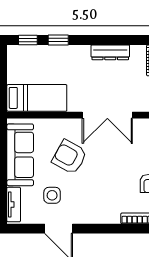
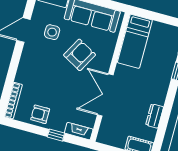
dresser: (110, 52) -> (155, 116), width x0.70

